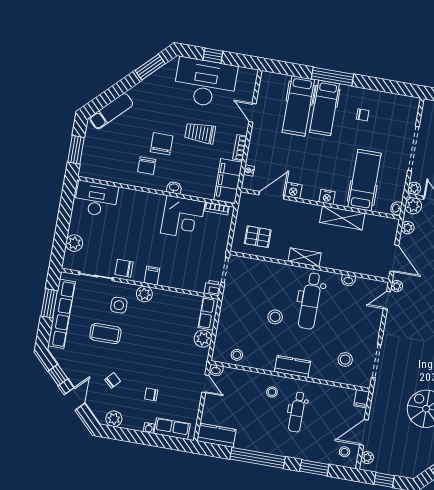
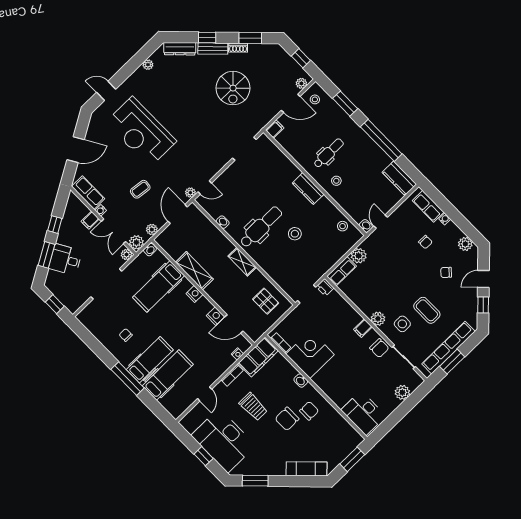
stool: (345, 360) -> (266, 166), removed

